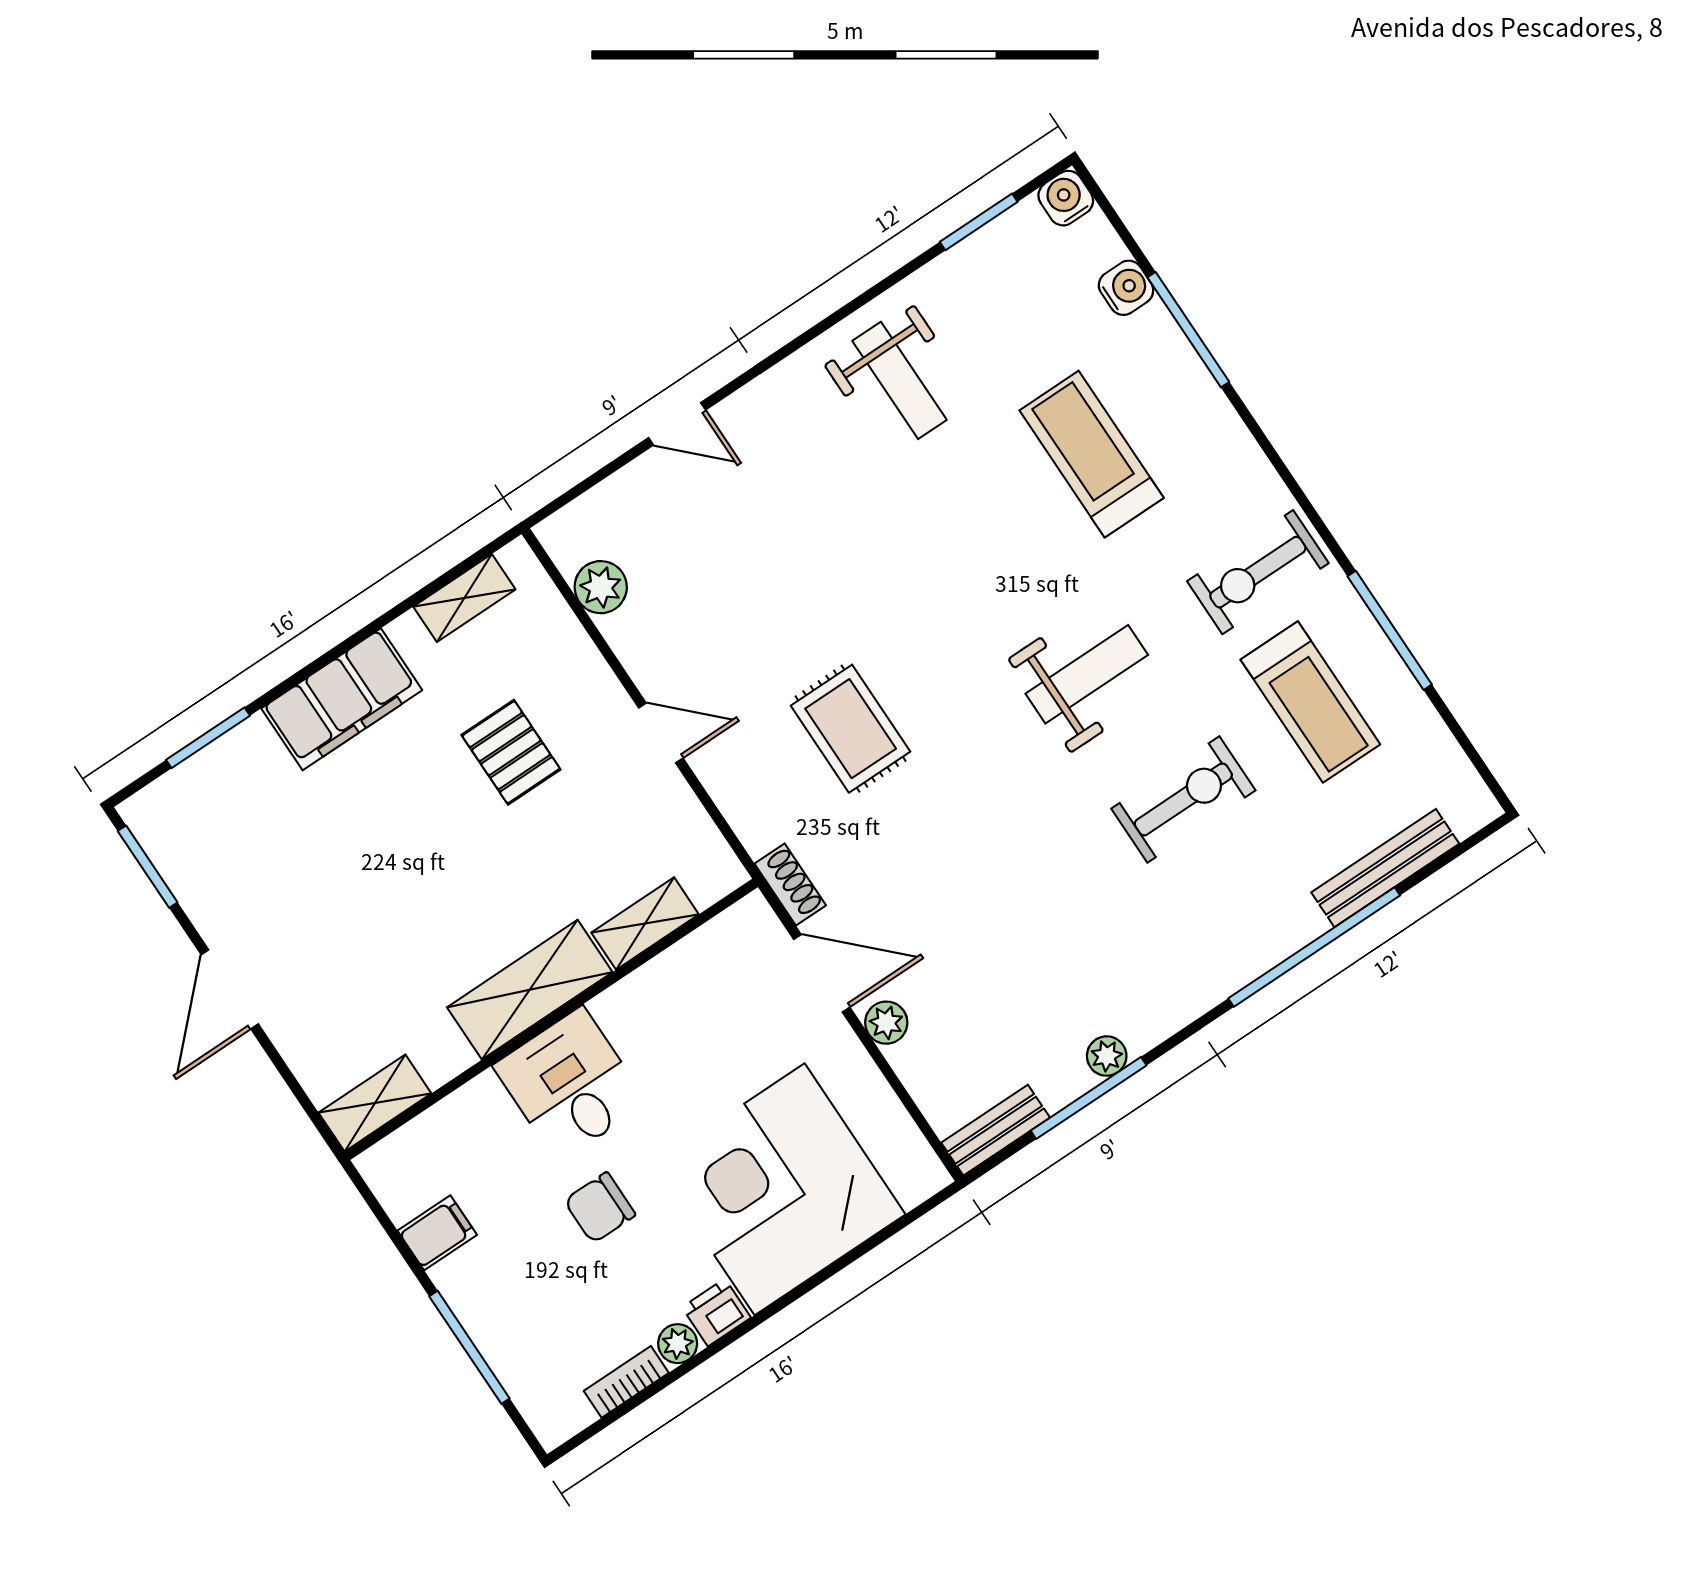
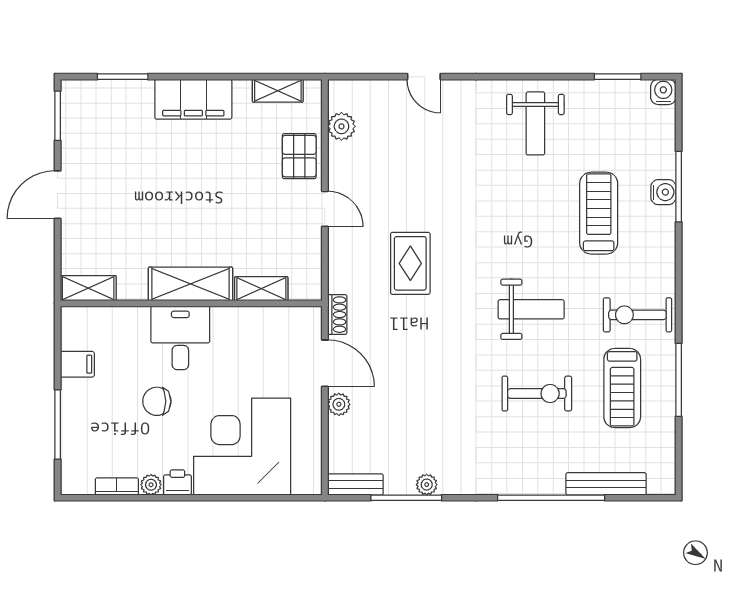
water cooler: (1126, 288) -> (663, 192), moved
pallet: (511, 752) -> (299, 156), moved

